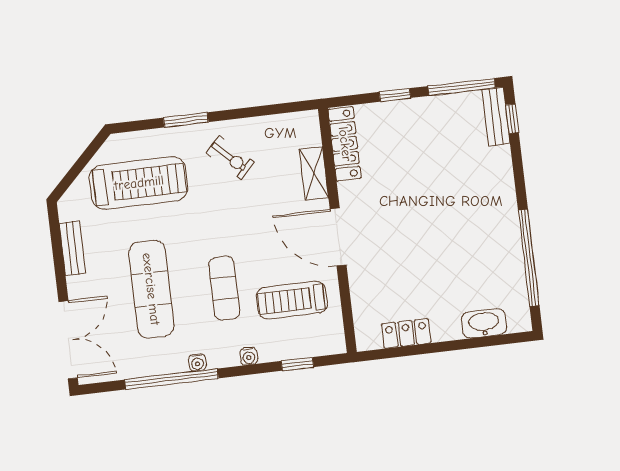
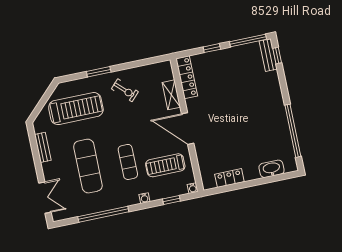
double door: (68, 340) -> (45, 198), width x0.73
water cooler: (197, 362) -> (193, 188), moved

